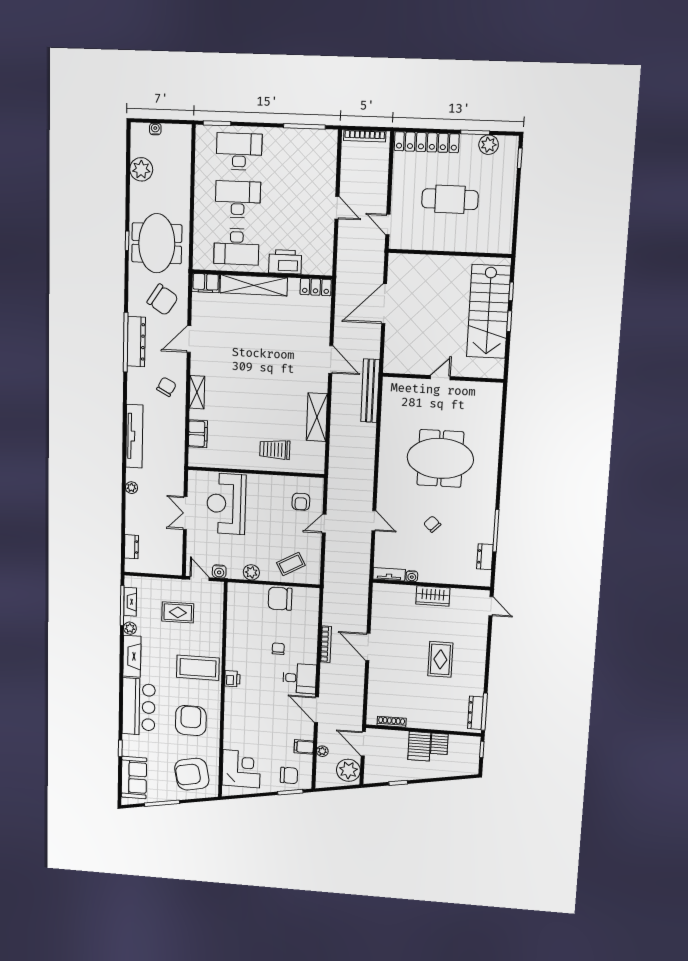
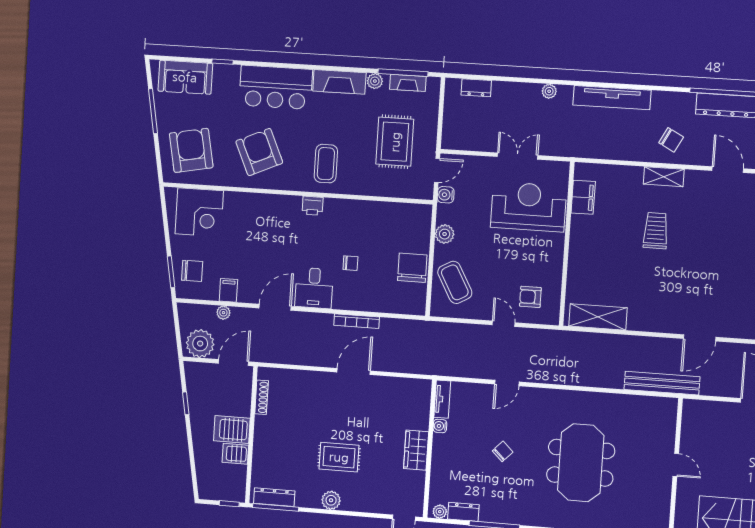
shelving: (317, 417) -> (598, 317), moved
filing cabinet: (198, 434) -> (583, 197), moved, turned -90
trolley: (275, 450) -> (656, 231), moved
coffee table: (291, 564) -> (455, 282), width x1.36, depth x1.30
plant: (485, 576) -> (440, 512), added
rug: (178, 612) -> (395, 142), width x1.36, depth x1.43
plant: (477, 666) -> (331, 500), added
coffee table: (198, 668) -> (326, 164), width x0.73, depth x0.76
armchair: (191, 721) -> (259, 152), turned -114
chair: (289, 775) -> (192, 271), turned -90

